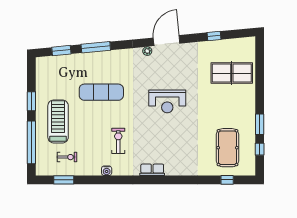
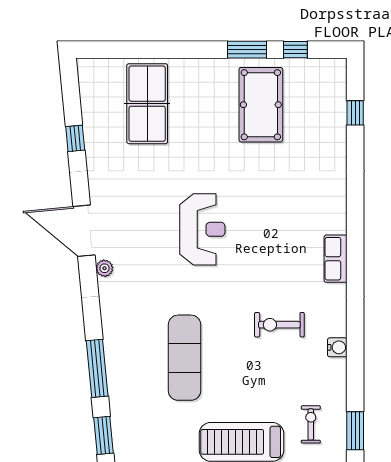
pool table: (228, 148) -> (261, 105), moved, turned 90

